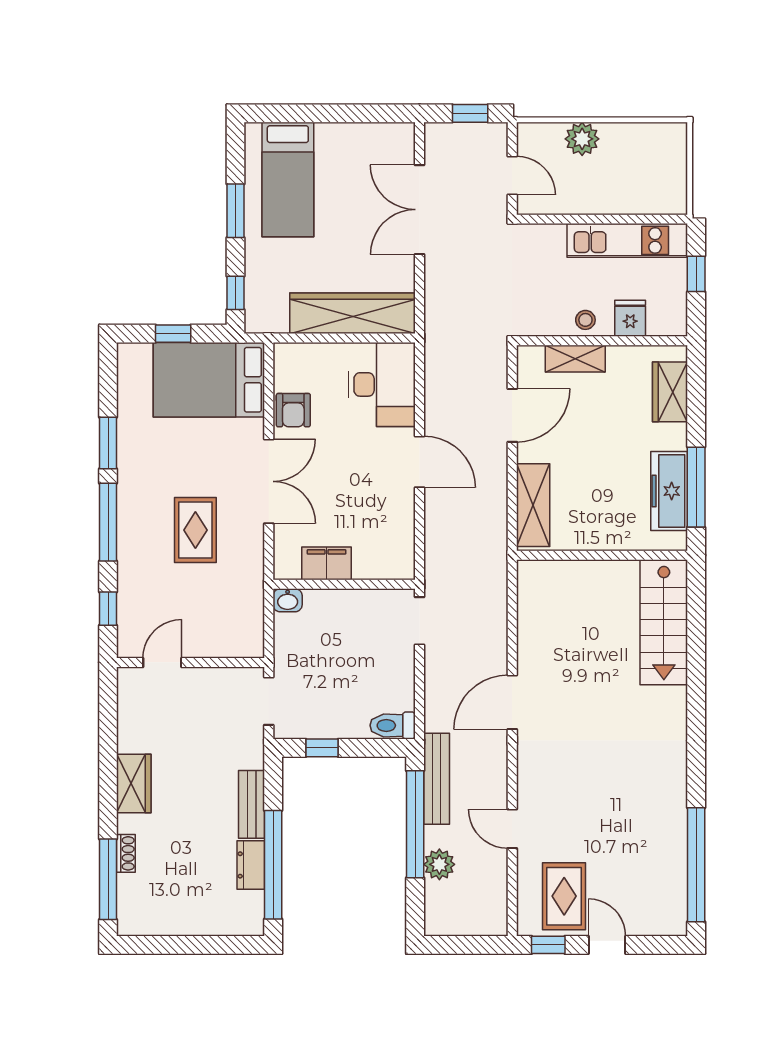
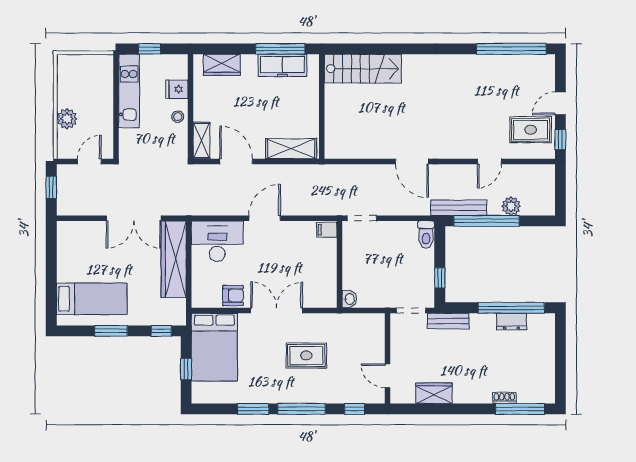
double door: (420, 210) -> (134, 218), moved
shelving: (575, 359) -> (201, 140), moved
filing cabinet: (327, 563) -> (327, 230), moved, width x0.50
wardrobe: (134, 783) -> (434, 393), moved
bench: (252, 804) -> (448, 321), moved

